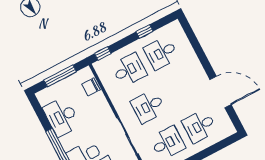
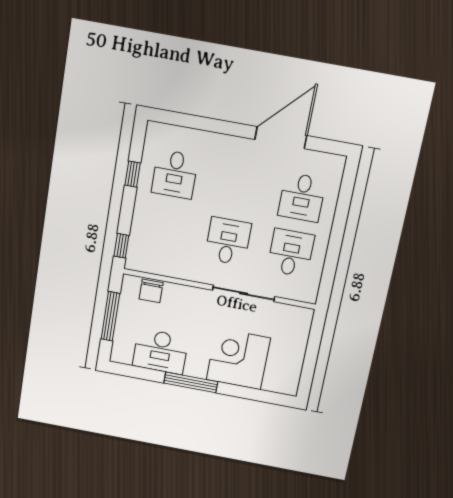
desk: (129, 70) -> (165, 230), removed
desk: (148, 106) -> (228, 241), turned 180

